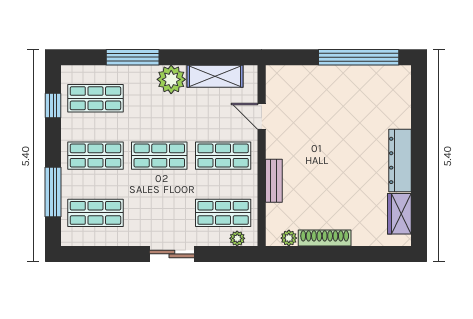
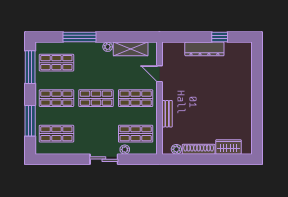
window: (359, 57) -> (220, 37), width x0.32
plant: (171, 79) -> (108, 47), width x0.53, depth x0.53
window: (53, 106) -> (30, 67), width x2.17
dresser: (400, 160) -> (204, 49), moved, turned -90
wardrobe: (399, 214) -> (228, 147), moved, turned 90
plant: (237, 238) -> (125, 150), moved

